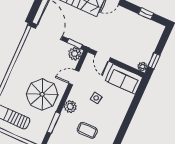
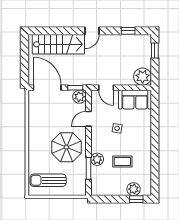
window: (154, 61) -> (155, 50), moved
plant: (142, 67) -> (143, 77), width x1.88, depth x1.88
plant: (70, 107) -> (97, 159), moved

